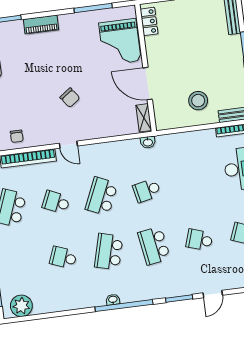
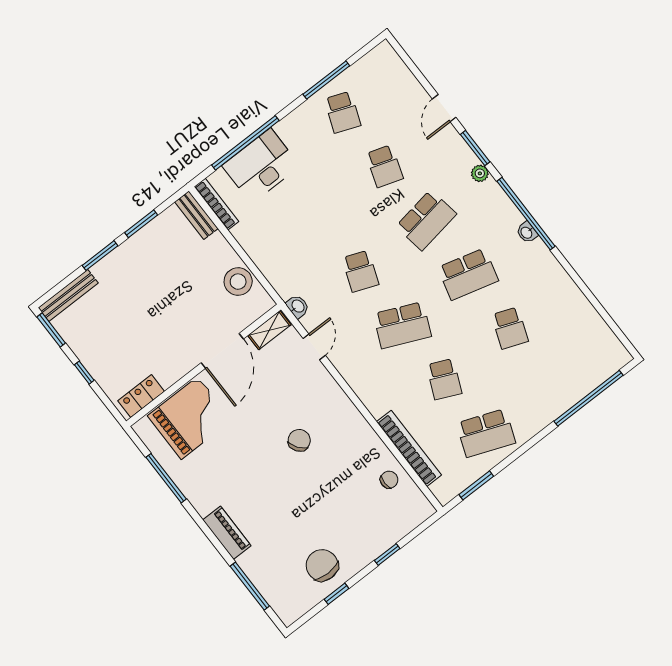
stool: (198, 101) -> (238, 282), moved
door: (68, 145) -> (314, 347), moved
school desk: (147, 190) -> (360, 271), turned 33
door: (213, 294) -> (444, 108), swing flipped
plant: (21, 306) -> (480, 173), moved, width x0.53, depth x0.53

